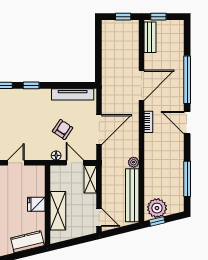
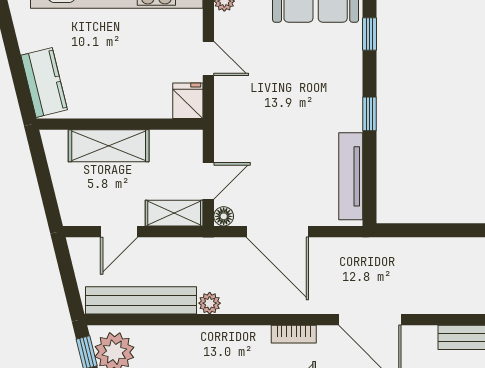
window: (31, 85) -> (370, 114), moved
armchair: (63, 130) -> (278, 155), removed
floor lamp: (56, 155) -> (224, 216), moved
fridge: (36, 204) -> (188, 101), moved
door: (99, 217) -> (119, 232), moved

